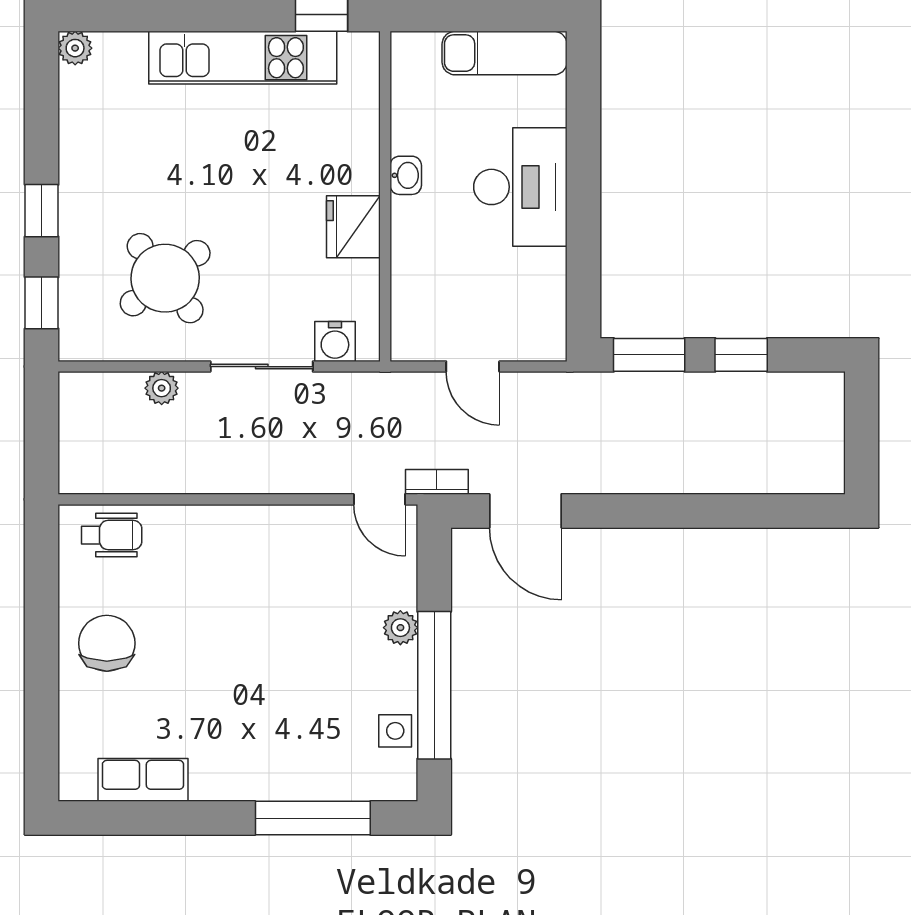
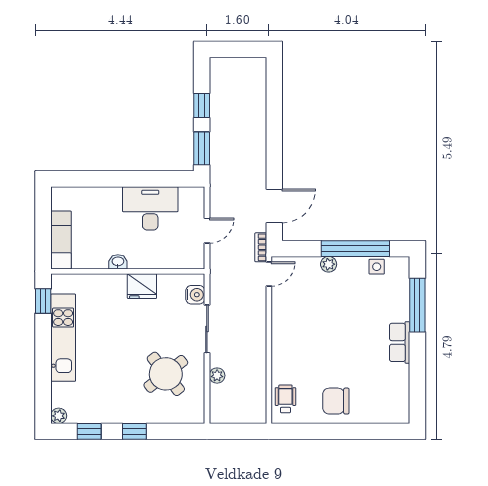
exam couch: (505, 53) -> (61, 240), moved
desk: (520, 187) -> (150, 208), moved
window: (42, 303) -> (89, 431), moved
row of seats: (143, 780) -> (400, 342), moved

